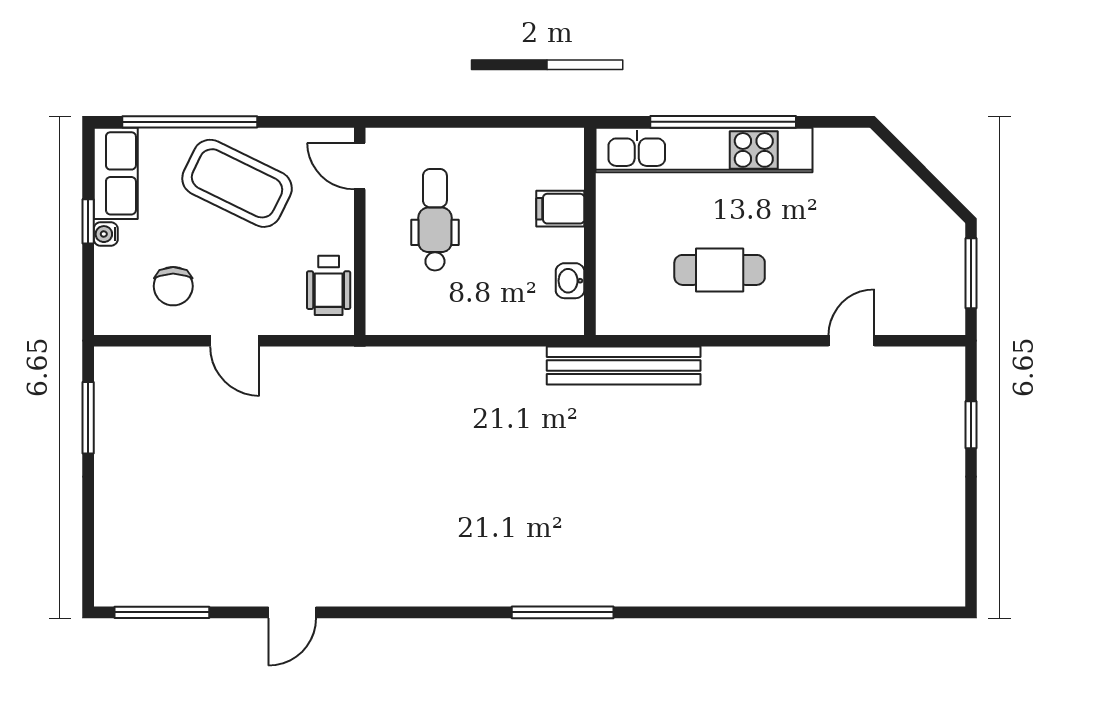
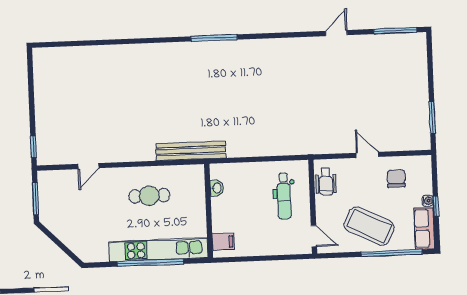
filing cabinet: (560, 209) -> (223, 242), moved
dental chair: (435, 220) -> (284, 196), moved
wheelchair: (329, 285) -> (326, 182), turned 180
window: (971, 425) -> (33, 147), moved

